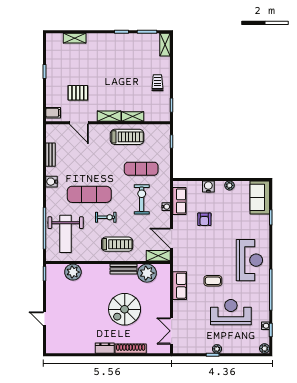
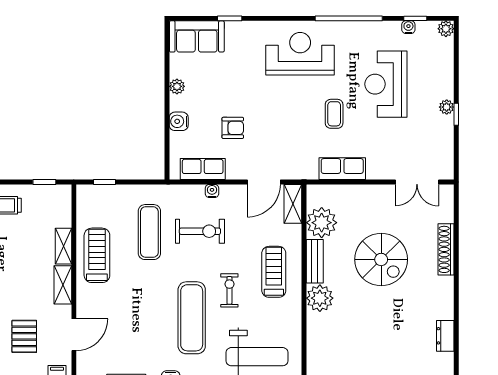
exercise bike: (142, 199) -> (200, 231), turned 180
plant: (73, 272) -> (320, 298), moved
dresser: (105, 348) -> (445, 336), moved

